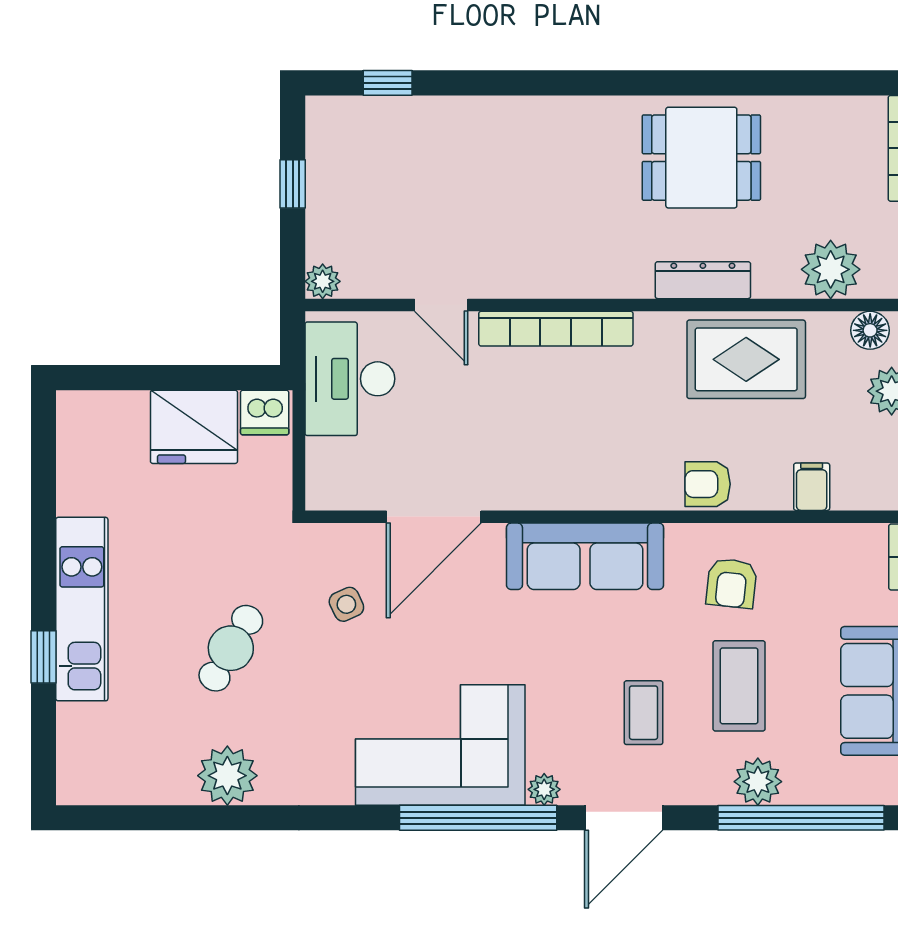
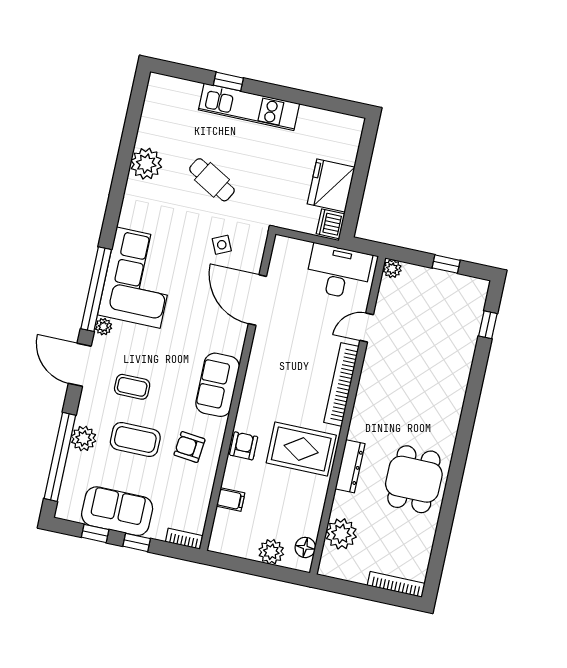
rug: (746, 359) -> (301, 449), moved, turned 90
sofa: (585, 556) -> (218, 385), width x0.73

